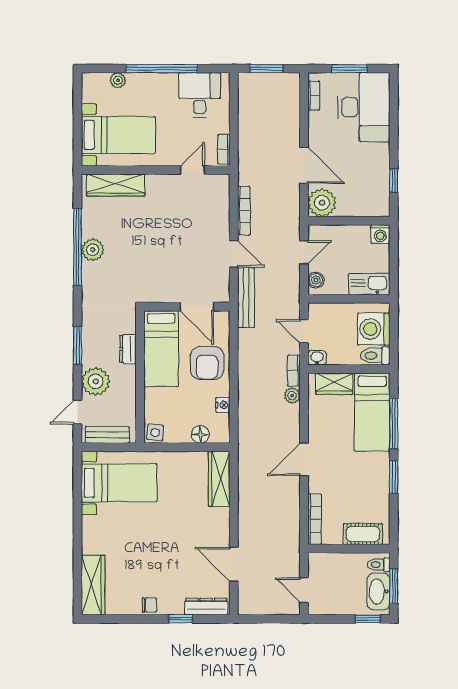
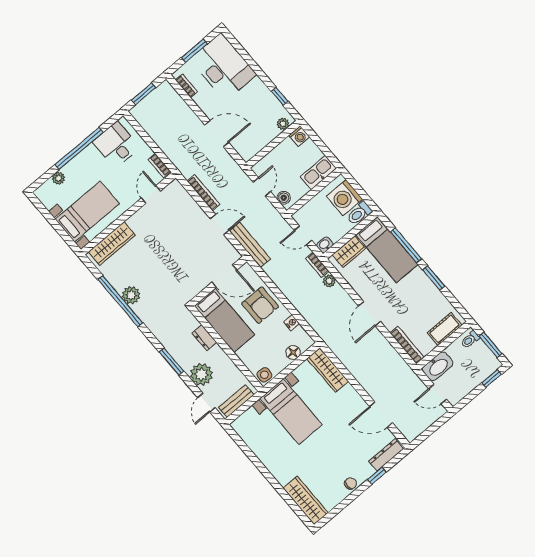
plant: (322, 203) -> (283, 124), moved, width x0.53, depth x0.53
bed with nightstands: (119, 483) -> (291, 412), moved, turned 90
washbasin: (378, 592) -> (438, 366), moved, turned -90

